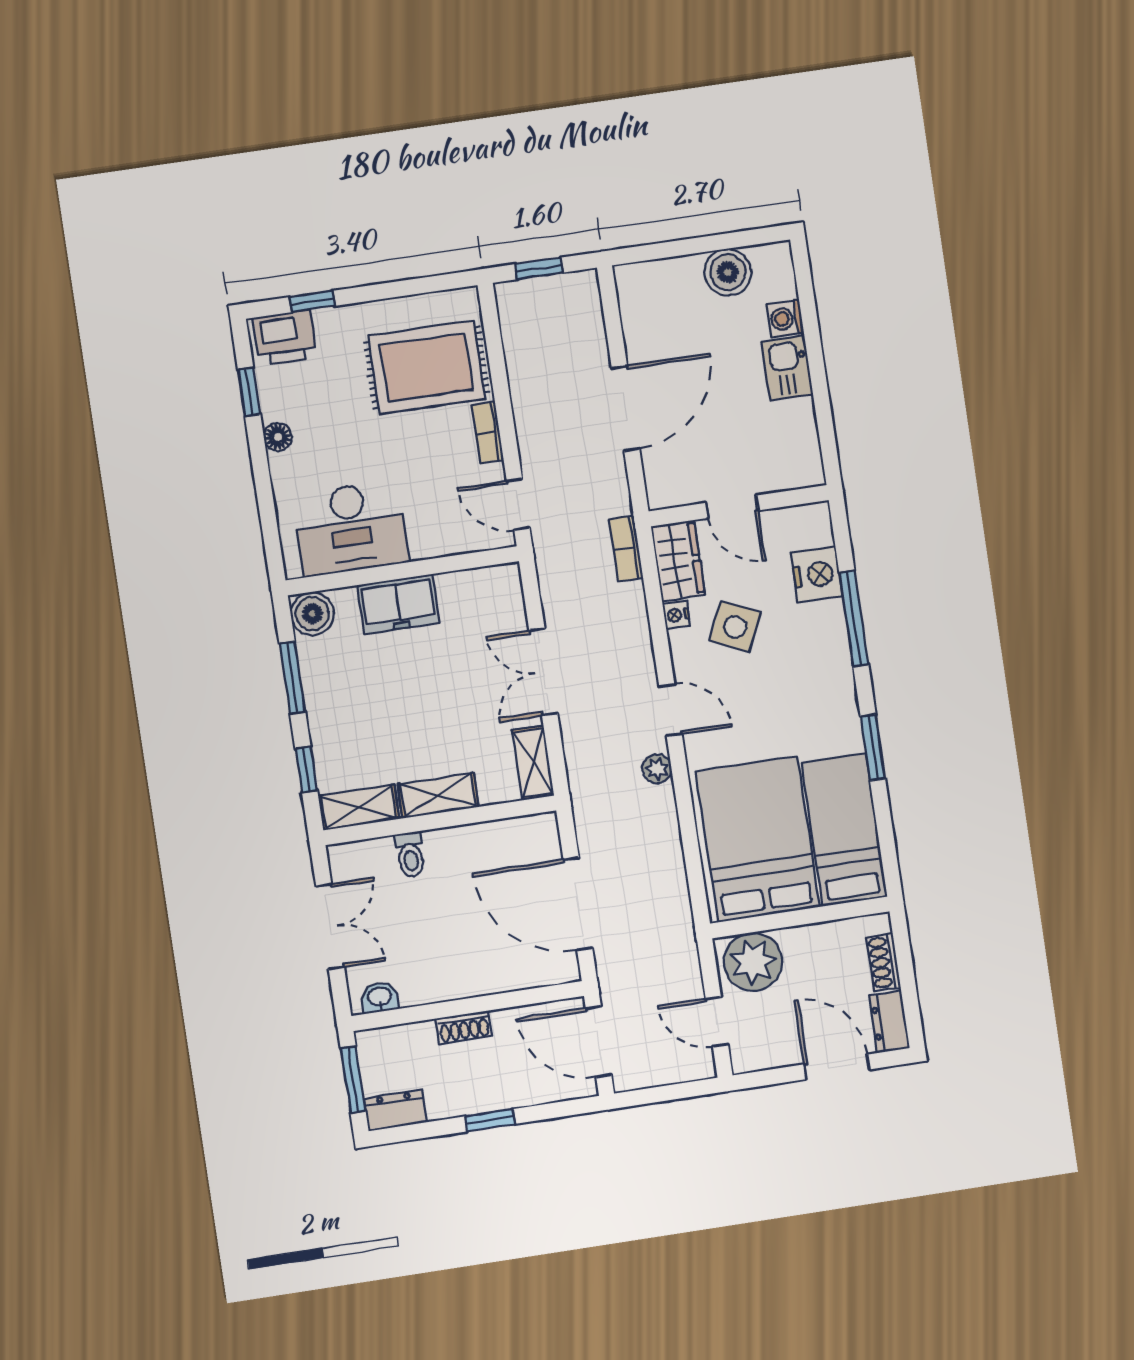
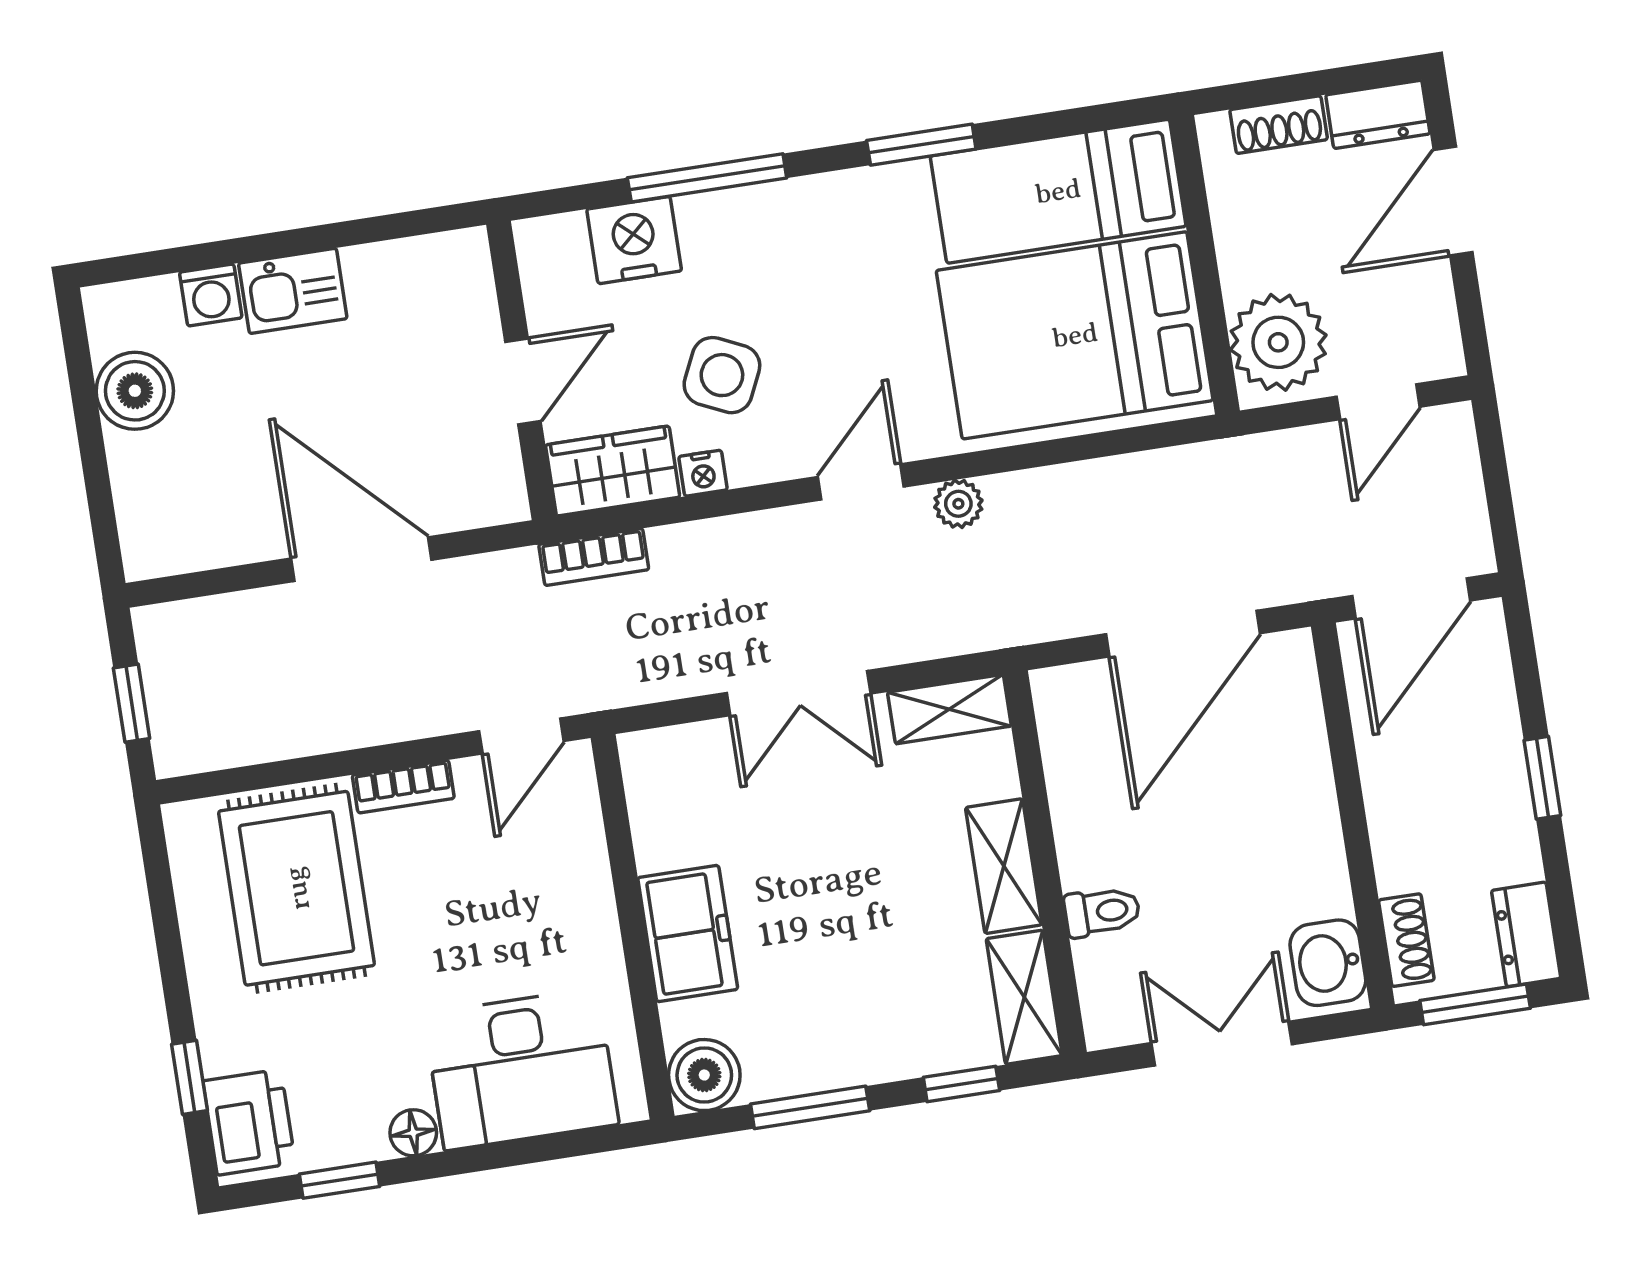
desk: (351, 528) -> (521, 1069), moved, turned 90
washbasin: (380, 997) -> (1328, 963), width x1.38, depth x1.45
shoe rack: (464, 1027) -> (1406, 940), moved

